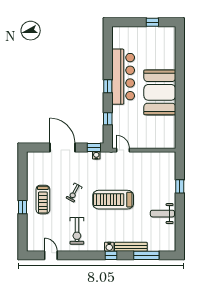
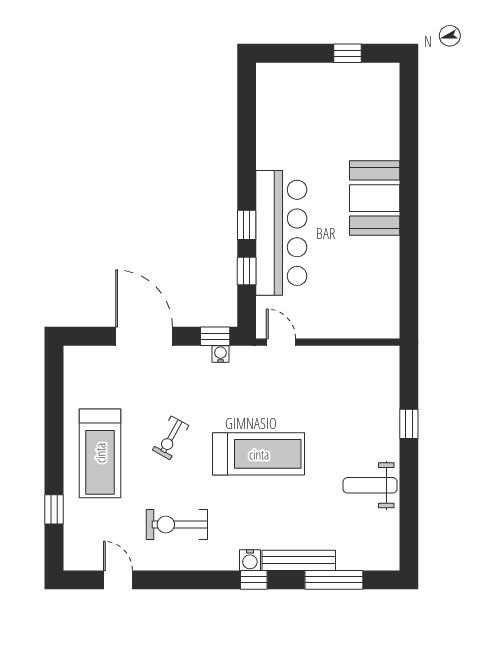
bar counter: (123, 77) -> (281, 233), moved
window: (108, 86) -> (247, 225), moved
booth: (160, 92) -> (375, 198), width x0.73, depth x0.70
treadmill: (43, 199) -> (100, 453), width x1.37, depth x1.38
treadmill: (113, 200) -> (259, 454), turned 180
window: (23, 207) -> (54, 509), moved
exercise bike: (77, 231) -> (177, 524), turned 90

